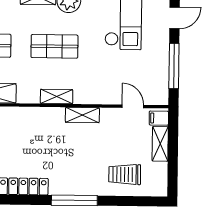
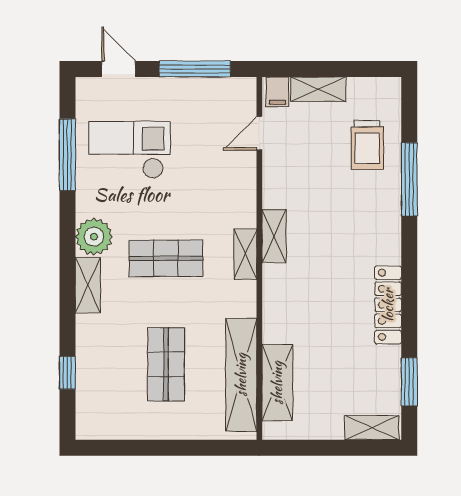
shop shelf: (54, 46) -> (166, 258), turned 90
shelving: (82, 115) -> (274, 236), moved
window: (74, 200) -> (409, 179), moved

